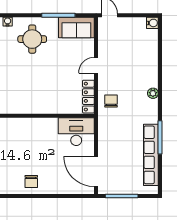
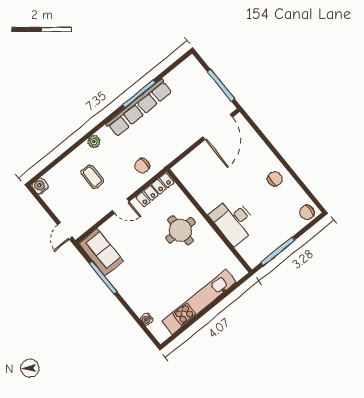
round table: (32, 39) -> (180, 230), moved
coffee table: (131, 62) -> (92, 177), added
plant: (153, 93) -> (94, 141), moved
desk: (76, 132) -> (233, 221), moved
row of seats: (151, 155) -> (139, 108), moved

